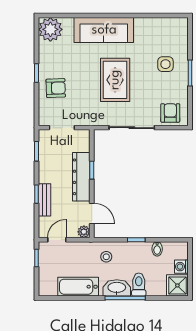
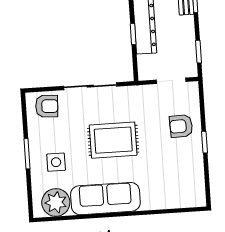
plant: (50, 29) -> (56, 202), moved
sofa: (104, 30) -> (105, 199), moved
rug: (115, 80) -> (113, 140), turned 90
armchair: (170, 113) -> (47, 106), turned -87

